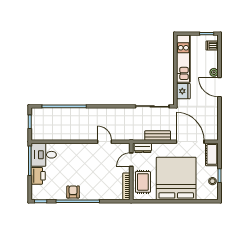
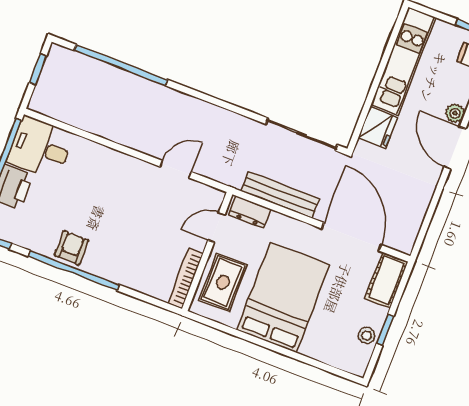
bench: (158, 136) -> (280, 195), width x1.36
door: (104, 142) -> (176, 169), hinge flipped
bed: (176, 179) -> (283, 297), width x0.73

